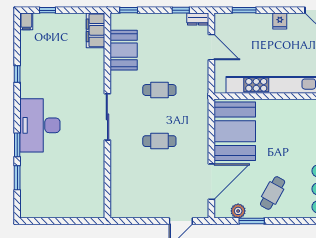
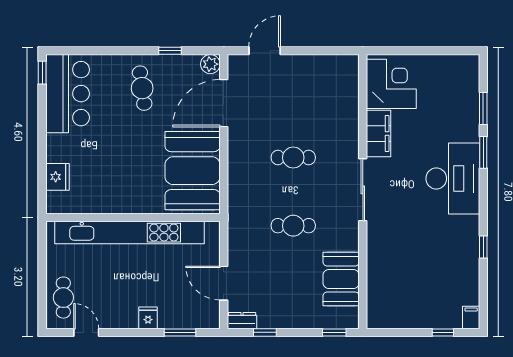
fridge: (280, 21) -> (148, 318), moved
filing cabinet: (96, 30) -> (379, 134), moved
cafe table: (273, 193) -> (142, 88), turned -37
corner desk: (86, 196) -> (391, 84), added
plant: (238, 211) -> (210, 64), moved
window: (252, 221) -> (170, 51), width x0.67

